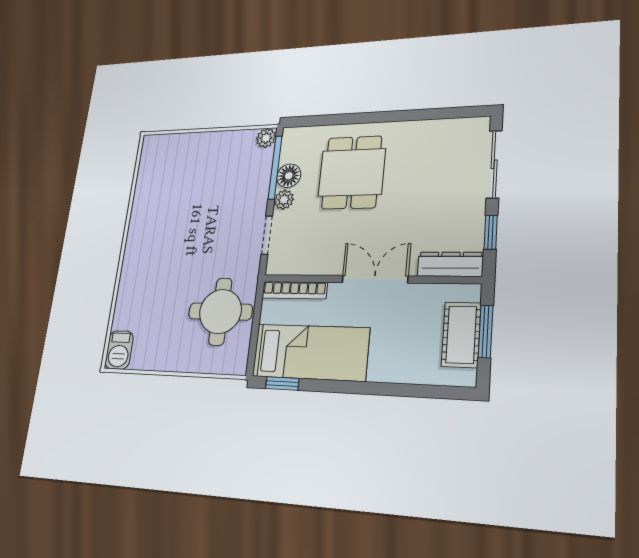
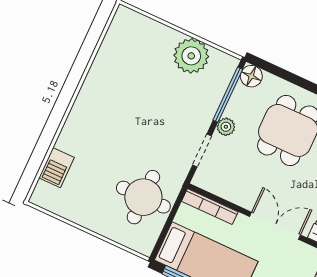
plant: (266, 138) -> (191, 56), moved, width x1.88, depth x1.88
floor lamp: (289, 176) -> (251, 76), moved
barbecue: (119, 350) -> (56, 168), moved

